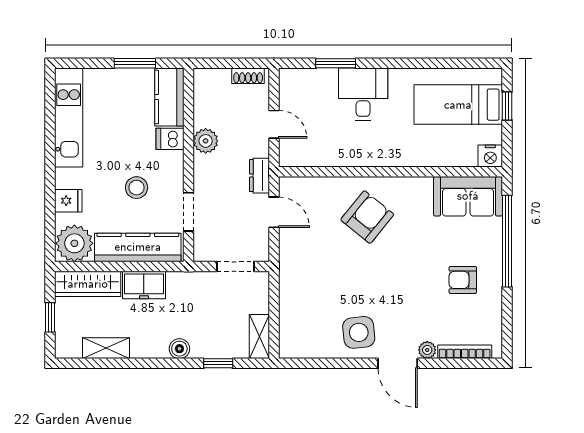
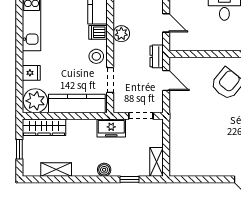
stool: (137, 188) -> (96, 56), moved
freezer: (144, 285) -> (111, 128), moved
side table: (359, 332) -> (222, 159), removed

